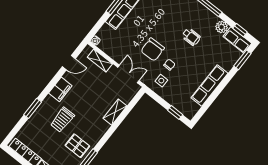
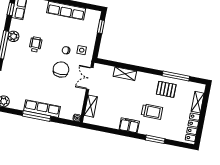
plant: (222, 27) -> (13, 36), moved
chair: (153, 50) -> (61, 69), turned -88
door: (69, 63) -> (105, 129), removed
pallet: (77, 146) -> (166, 89), turned 90

